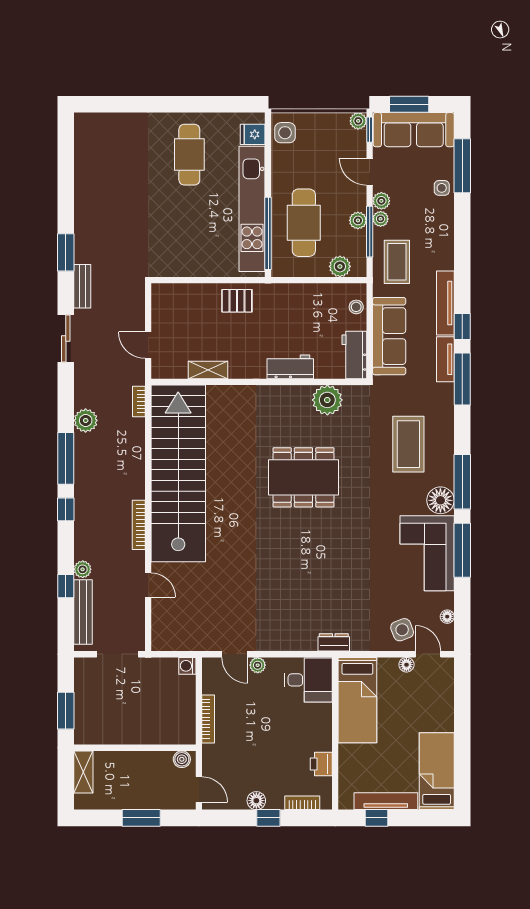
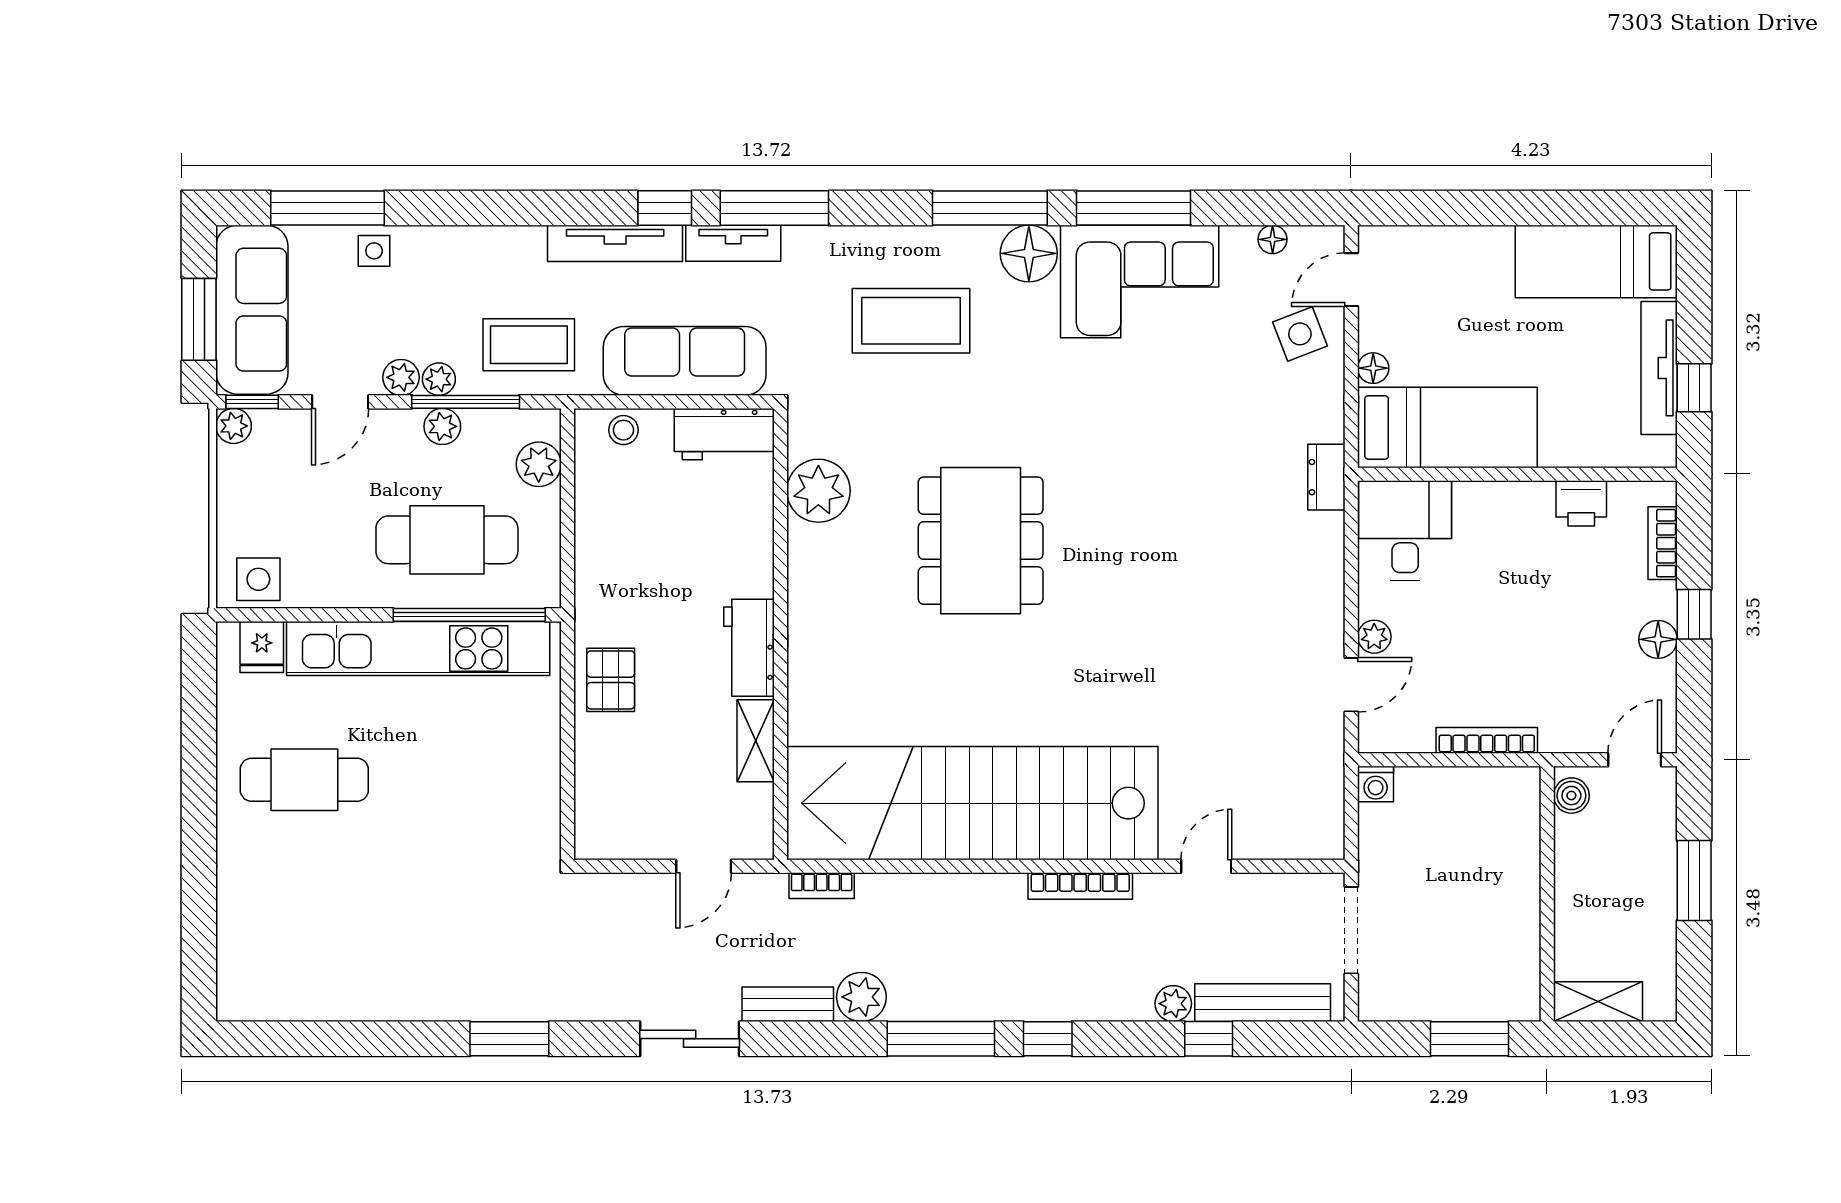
bench: (82, 286) -> (788, 1004), moved
workbench: (290, 367) -> (749, 648), moved
floor lamp: (406, 665) -> (1373, 368), moved

